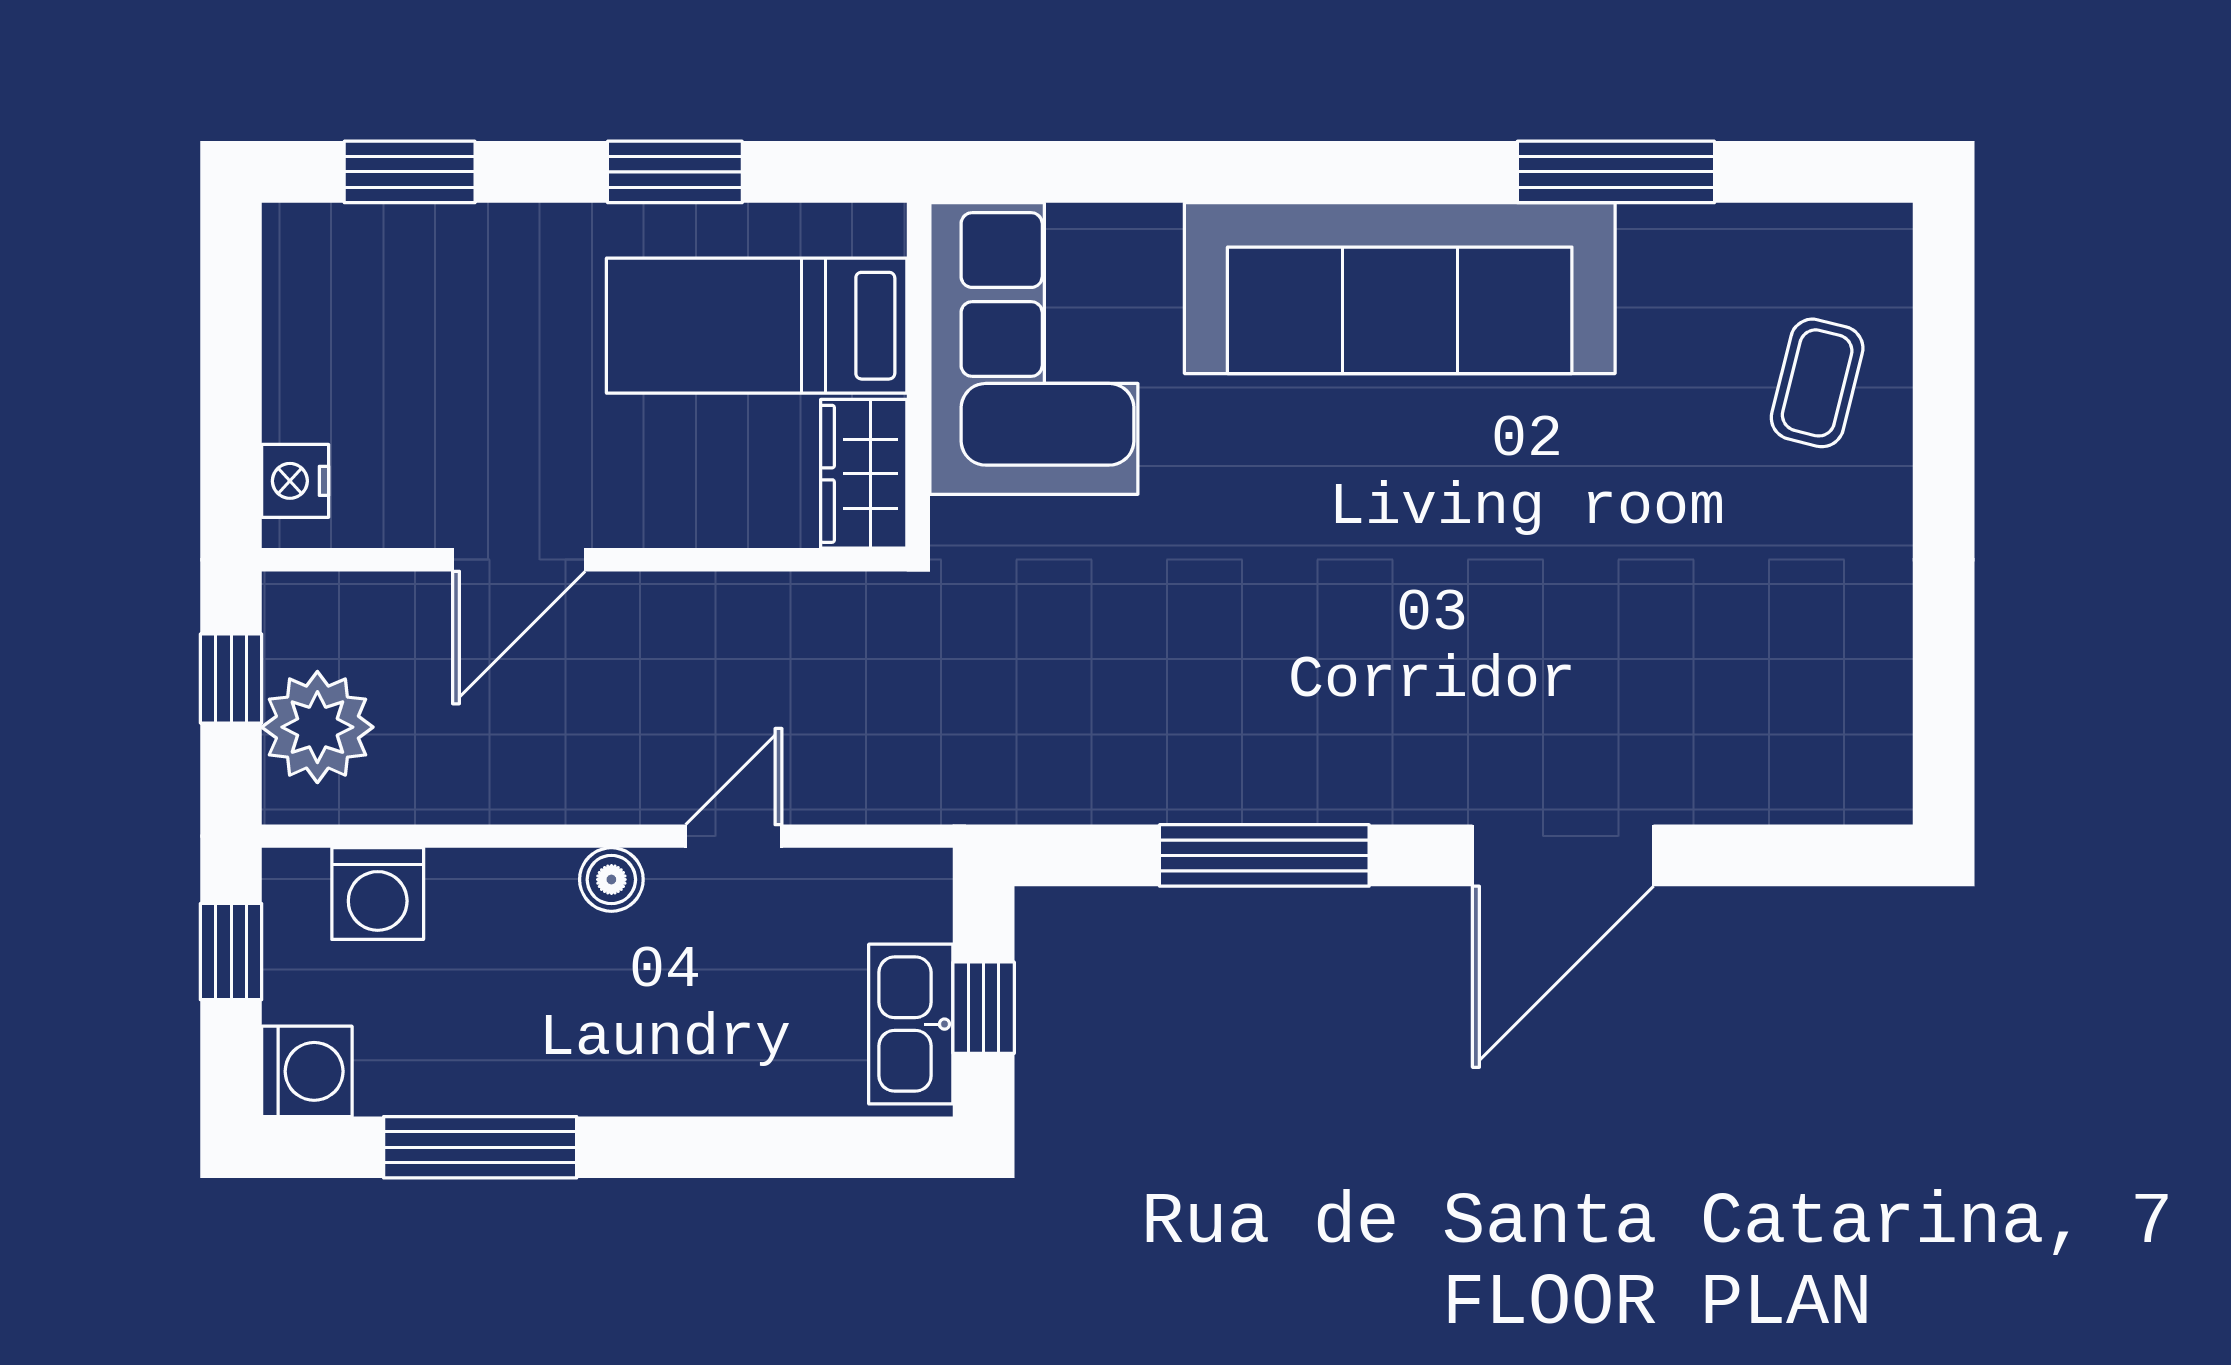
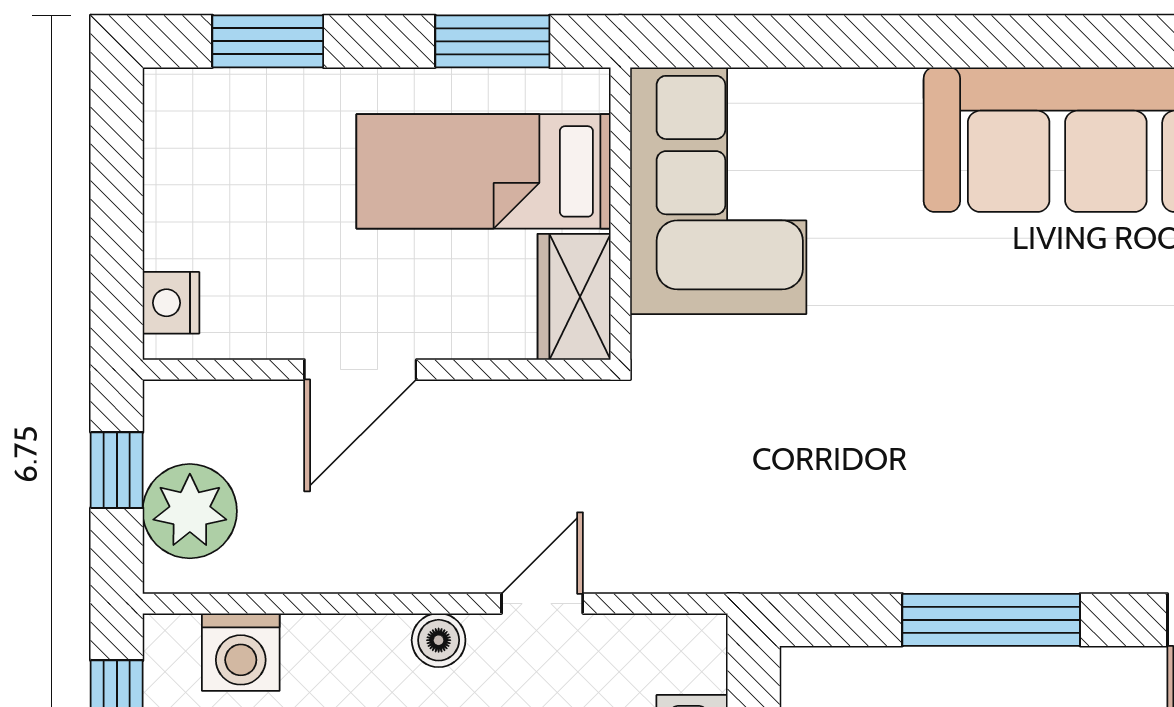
bed: (757, 326) -> (484, 171), moved
corner sofa: (1034, 348) -> (718, 191), moved
wall: (918, 375) -> (620, 214), moved
wardrobe: (864, 474) -> (574, 297), moved

